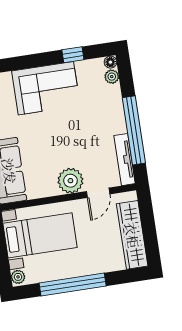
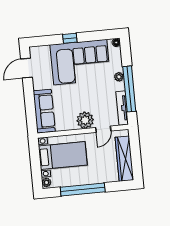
window: (73, 55) -> (70, 38), moved
plant: (112, 77) -> (119, 77), moved
corner sofa: (46, 88) -> (80, 62), width x1.36, depth x1.36

